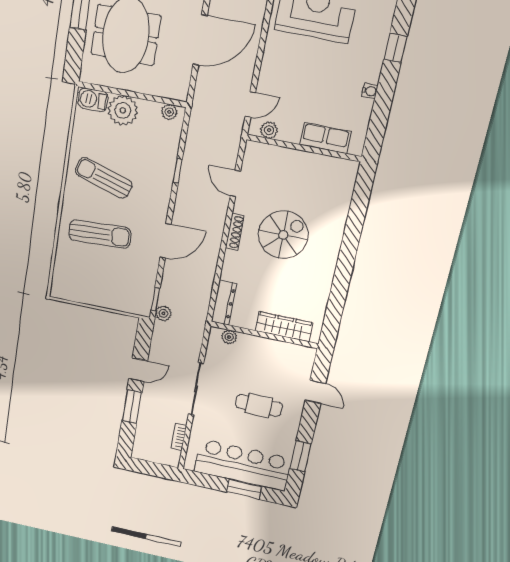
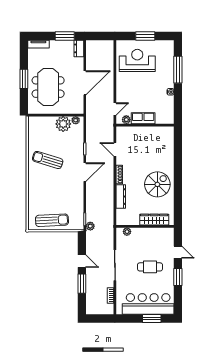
window: (395, 48) -> (178, 70), width x2.17
barbecue: (93, 100) -> (36, 121), removed
plant: (123, 110) -> (63, 124), moved
row of seats: (325, 138) -> (143, 118), moved
sun lounger: (100, 234) -> (52, 220), moved
spiral stairs: (283, 235) -> (157, 184), moved
door: (166, 241) -> (85, 172), moved
dresser: (224, 303) -> (121, 197), moved
door: (138, 370) -> (82, 261), hinge flipped
window: (300, 456) -> (178, 277), moved

